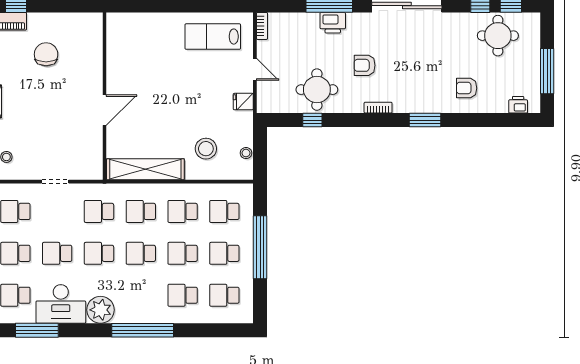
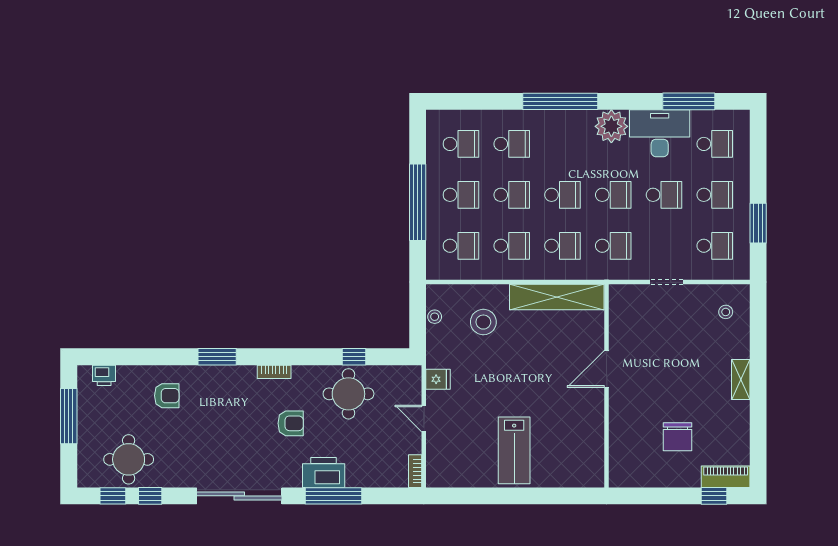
printer: (333, 23) -> (324, 473), width x1.37, depth x1.19
lab bench: (213, 37) -> (514, 450), moved, turned 90

